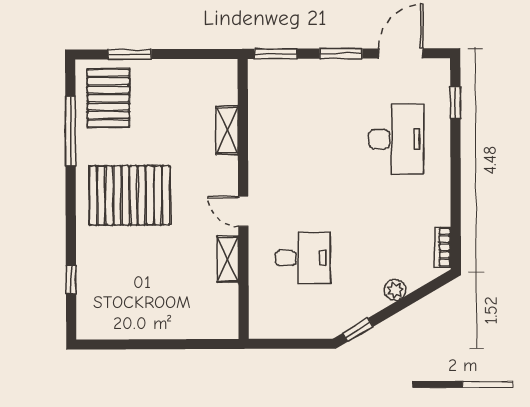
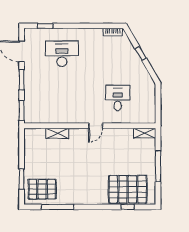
pallet: (130, 195) -> (128, 189), moved, turned 90
shelving: (228, 259) -> (145, 133), moved
plant: (395, 290) -> (133, 55), removed
window: (358, 330) -> (141, 53), moved
window: (157, 344) -> (158, 166), added

